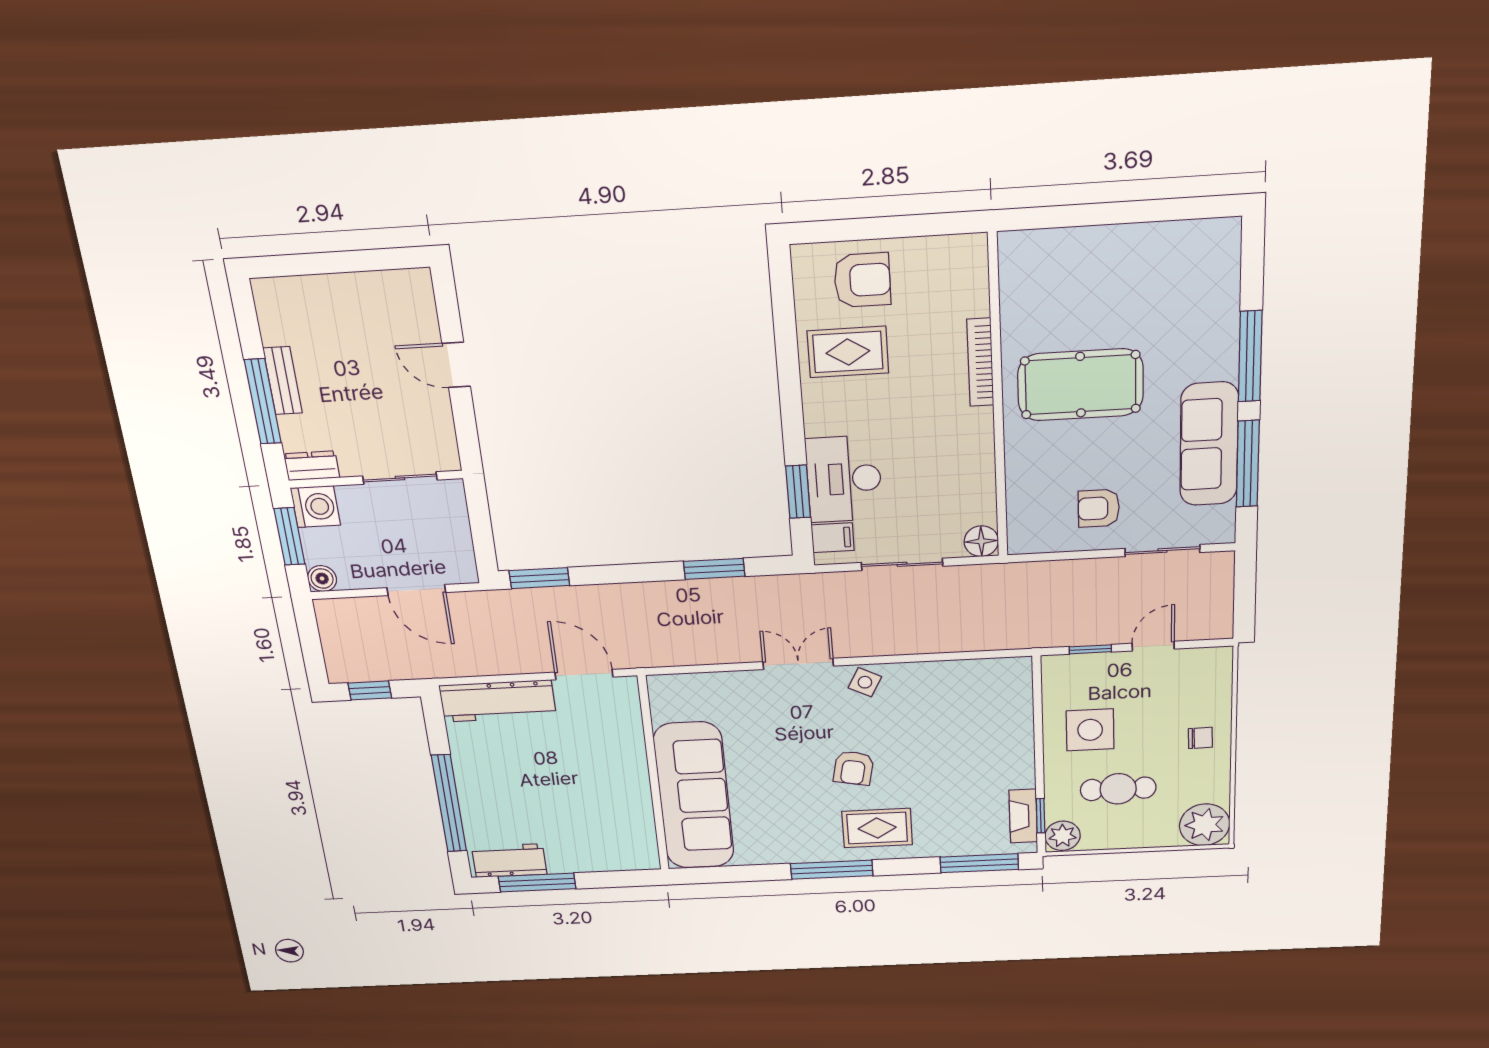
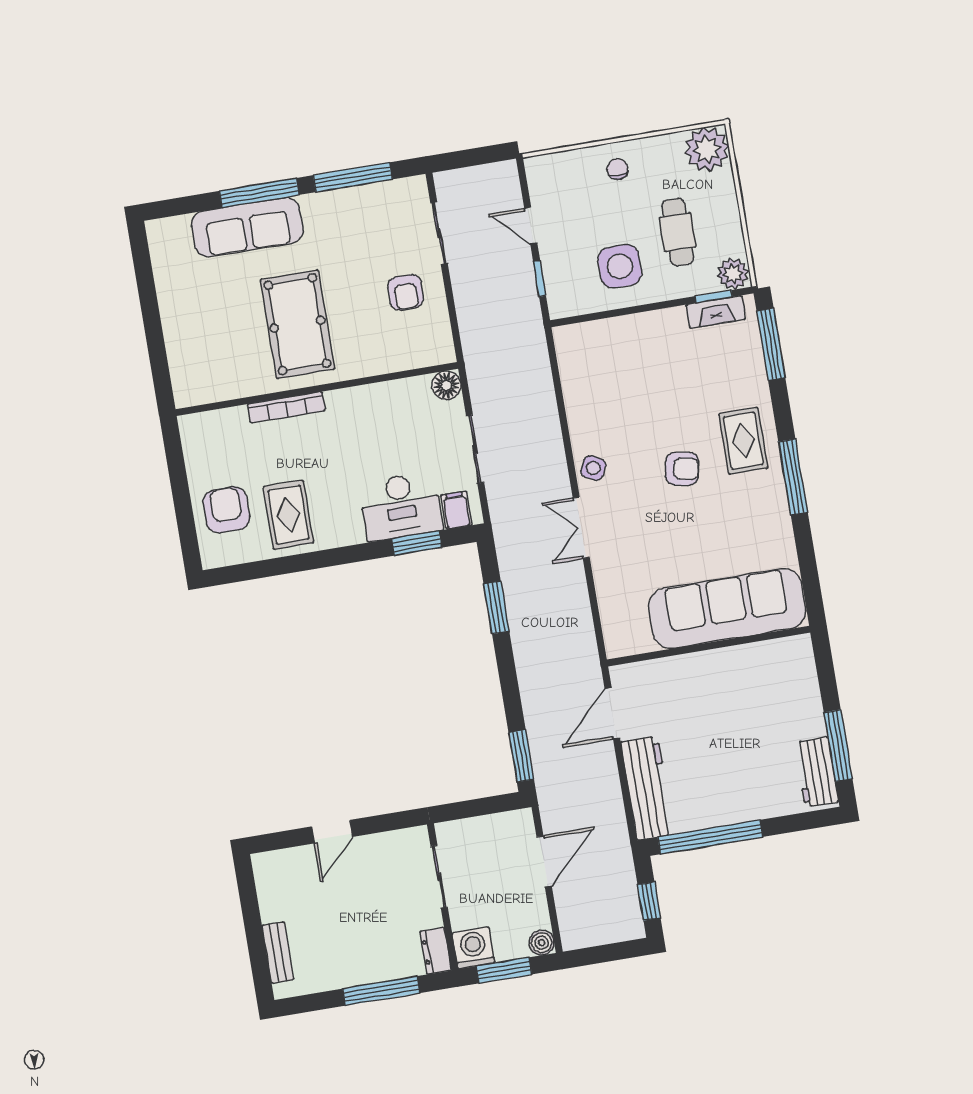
bench: (283, 381) -> (278, 953), moved, turned 90
sofa: (1209, 444) -> (247, 227), moved
window: (449, 803) -> (710, 837), moved

